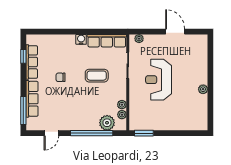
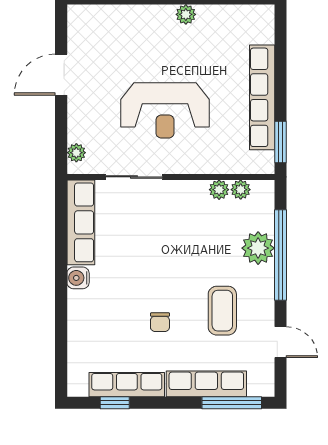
coffee table: (97, 76) -> (222, 311), moved
plant: (107, 123) -> (258, 248), moved
row of seats: (165, 125) -> (262, 97), added

